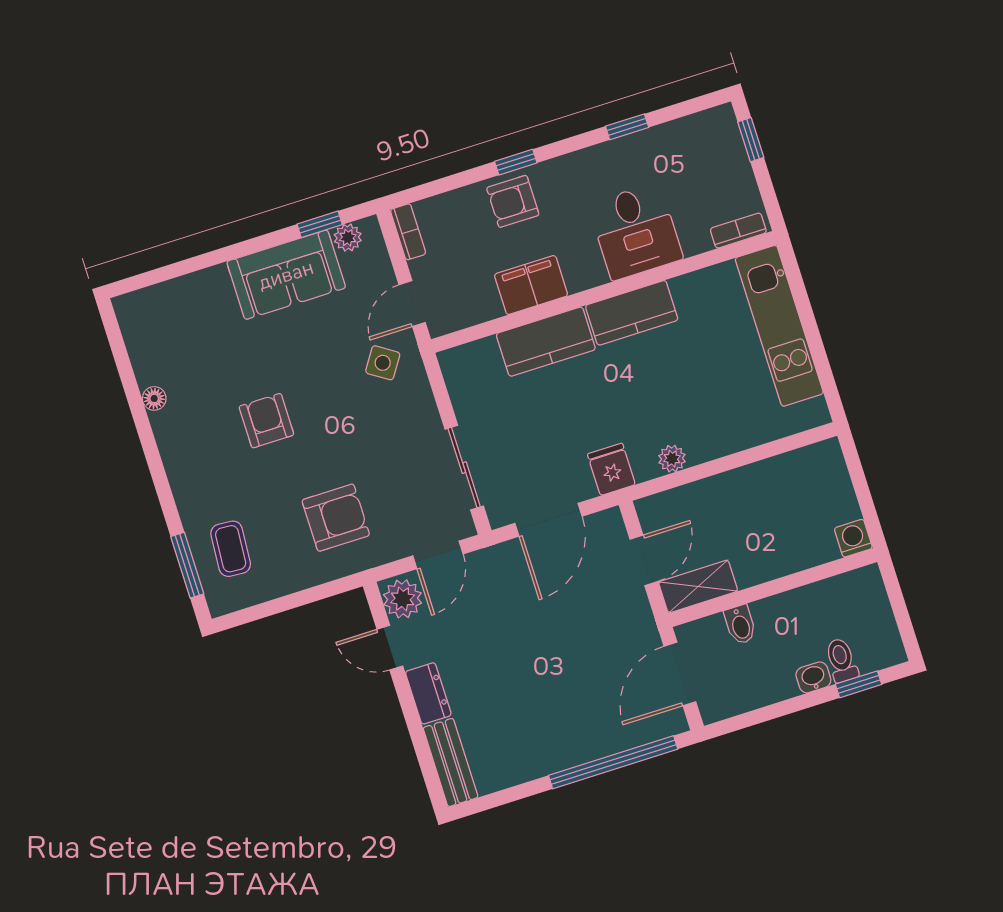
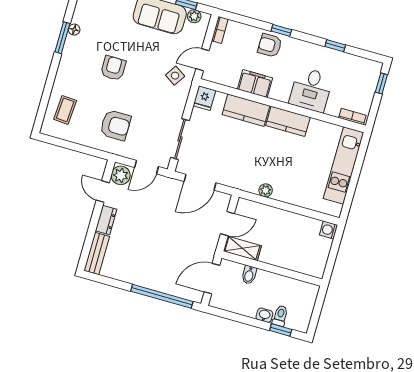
fridge: (611, 469) -> (204, 98), moved, turned 180
washing machine: (853, 538) -> (329, 230), moved, turned -90
window: (187, 565) -> (62, 38), moved

